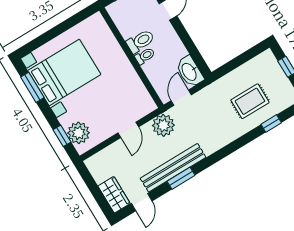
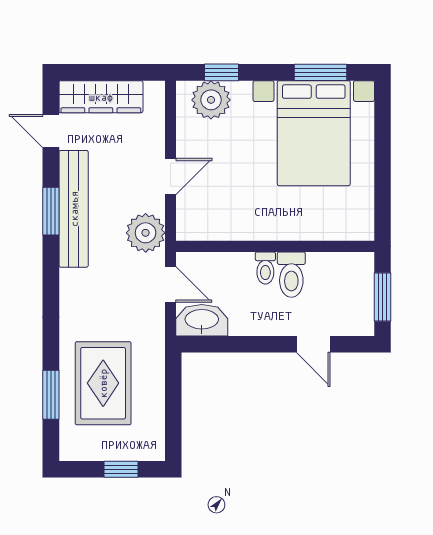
rug: (250, 101) -> (103, 383), width x1.36, depth x1.43
window: (271, 123) -> (51, 395), width x1.50
door: (128, 130) -> (170, 176), swing flipped
wardrobe: (114, 195) -> (101, 97), width x1.50

